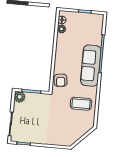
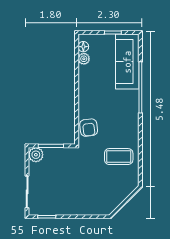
sofa: (91, 66) -> (127, 62), moved

